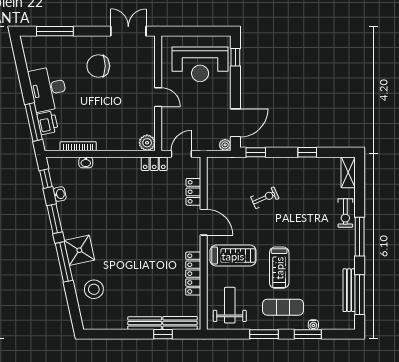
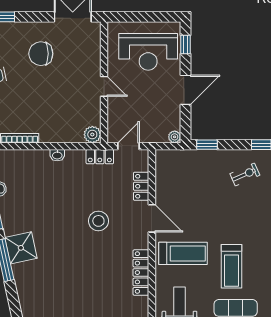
door: (235, 123) -> (185, 90), moved
washbasin: (86, 162) -> (57, 155), moved
exercise bike: (265, 198) -> (245, 174), moved
stool: (94, 289) -> (98, 221), moved

